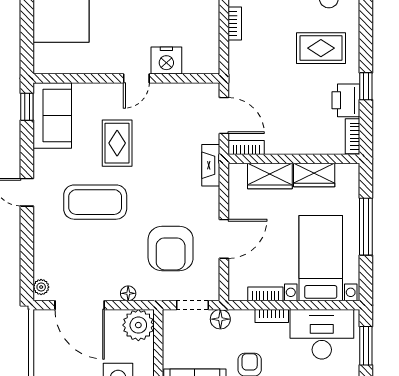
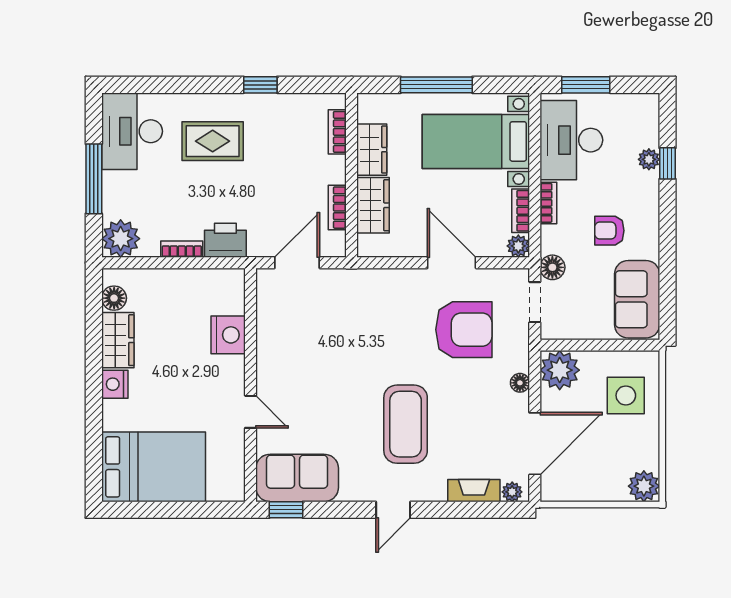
rug: (321, 48) -> (213, 141), turned 90
door: (136, 78) -> (251, 412), moved
printer: (346, 100) -> (225, 240), moved, turned 180
bookcase: (352, 136) -> (337, 132), moved, turned 90
rug: (117, 143) -> (332, 397), removed
bookcase: (246, 148) -> (337, 208), moved
fireplace: (211, 165) -> (474, 491), moved, turned 180
plant: (237, 292) -> (518, 246), added

